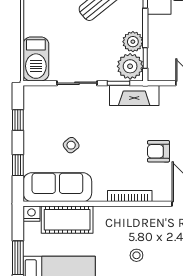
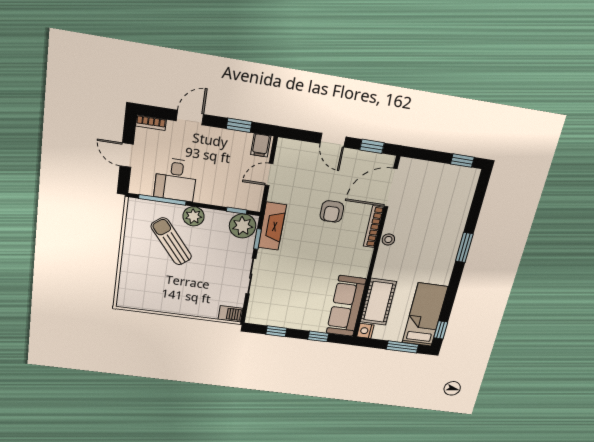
plant: (133, 42) -> (194, 216), moved
barbecue: (36, 59) -> (231, 314), width x0.53, depth x0.65
side table: (71, 145) -> (309, 289), removed
bookcase: (130, 196) -> (373, 227), moved
stool: (136, 255) -> (388, 239), moved

